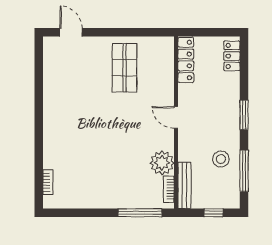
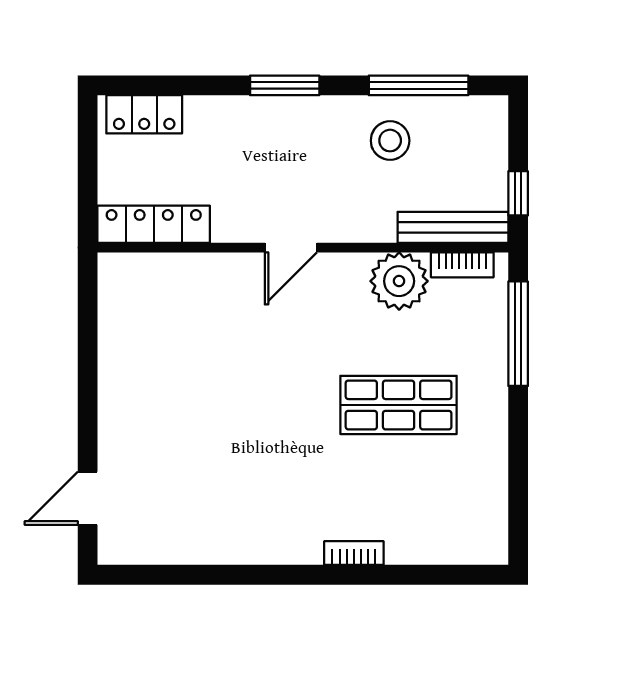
shop shelf: (124, 68) -> (399, 405), moved
bookcase: (48, 182) -> (354, 553), moved
window: (214, 213) -> (518, 193), moved

